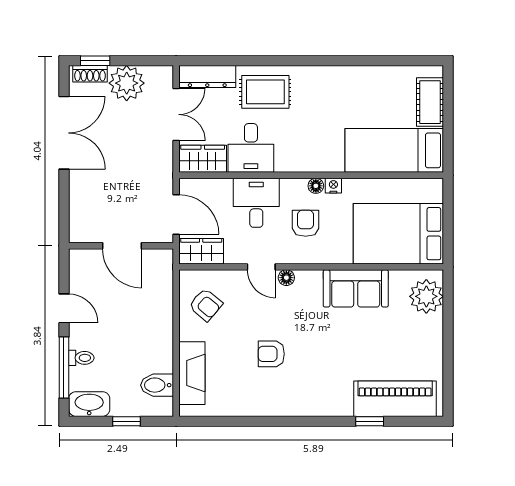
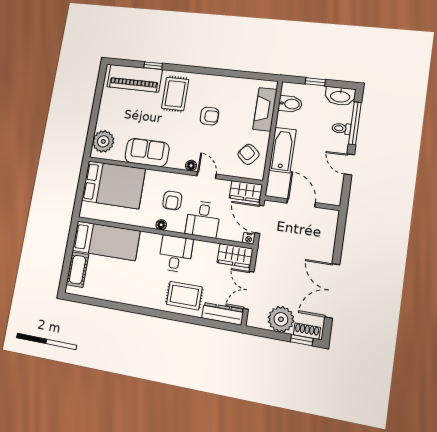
desk: (251, 148) -> (176, 254), moved
nightstand: (333, 186) -> (249, 238), moved
bathtub: (158, 317) -> (283, 150), added
rug: (328, 381) -> (175, 94), added

